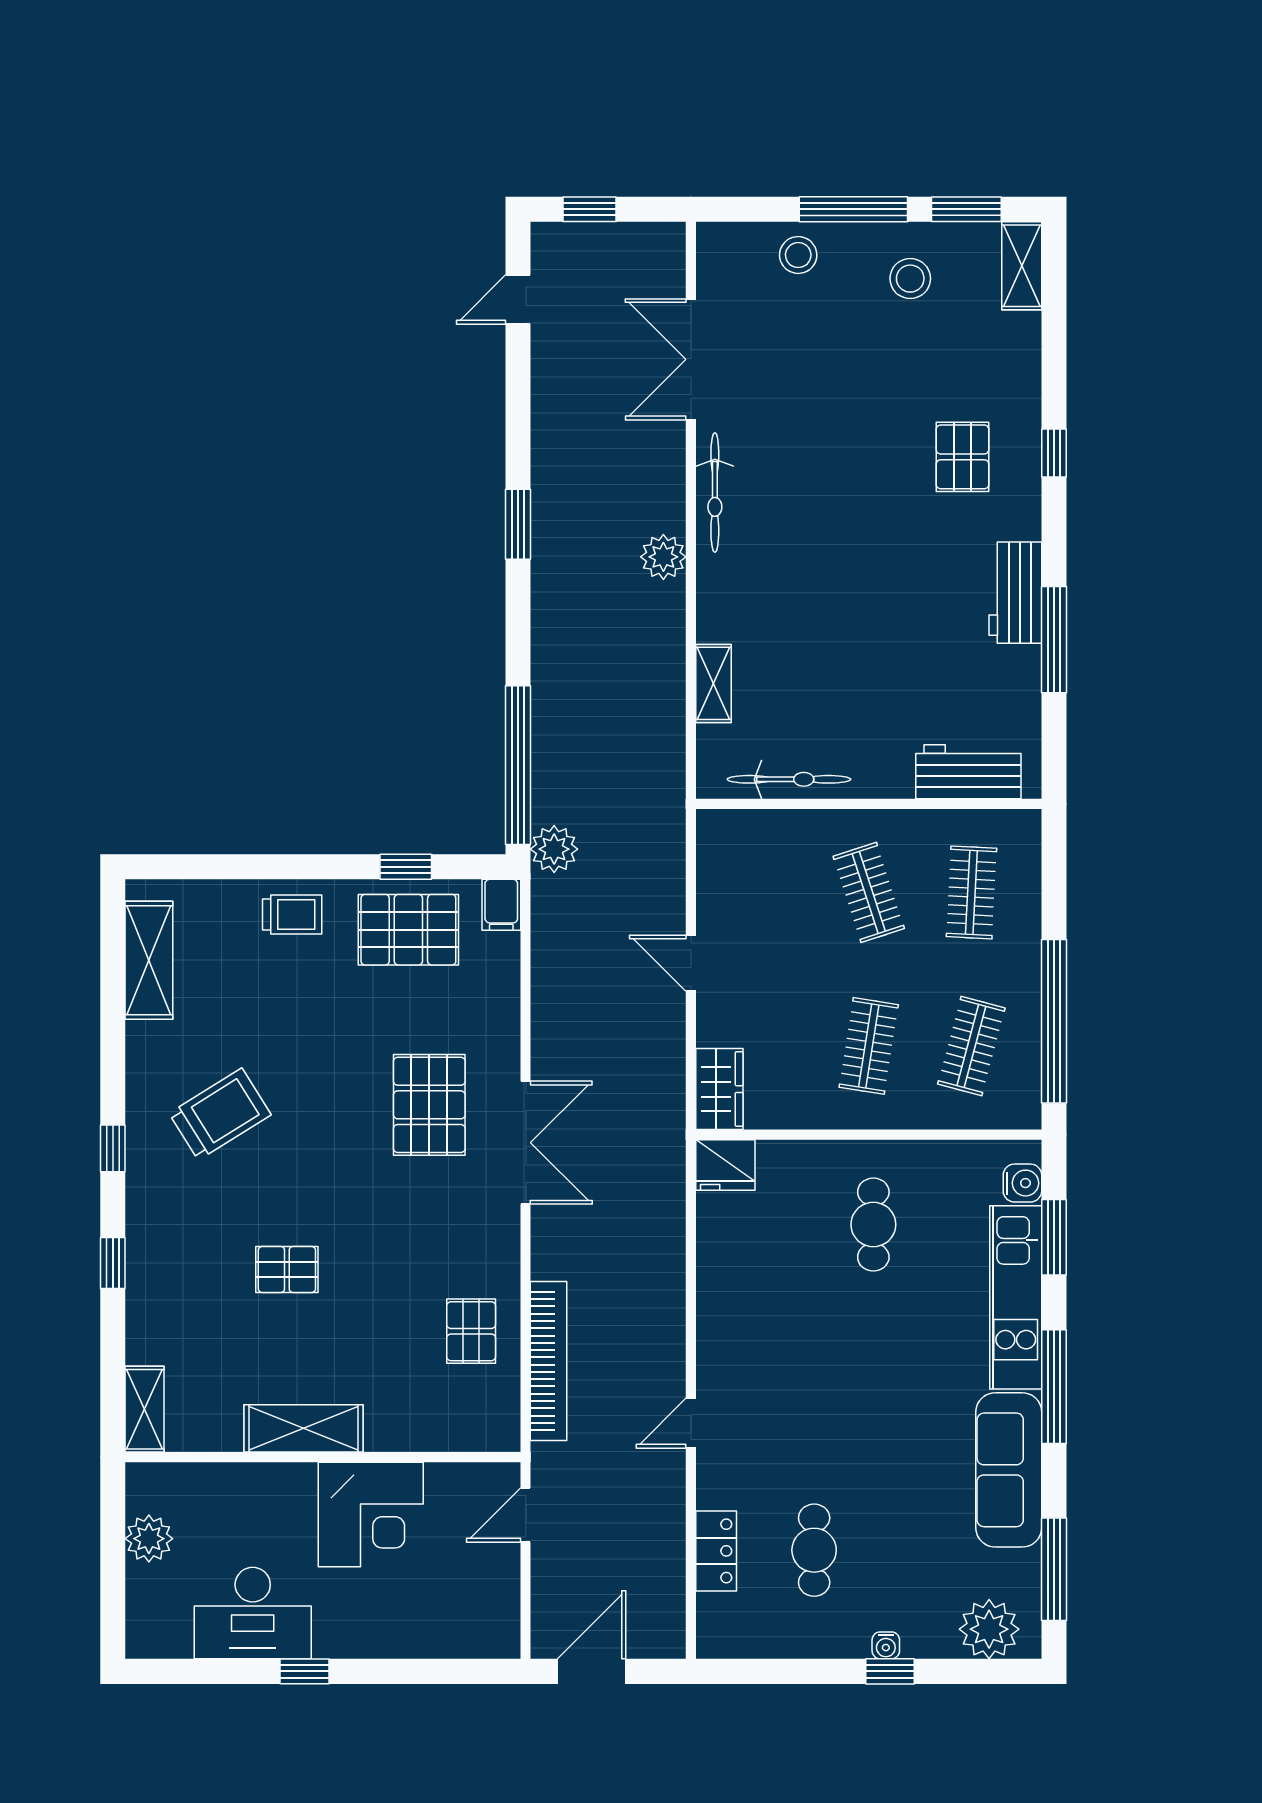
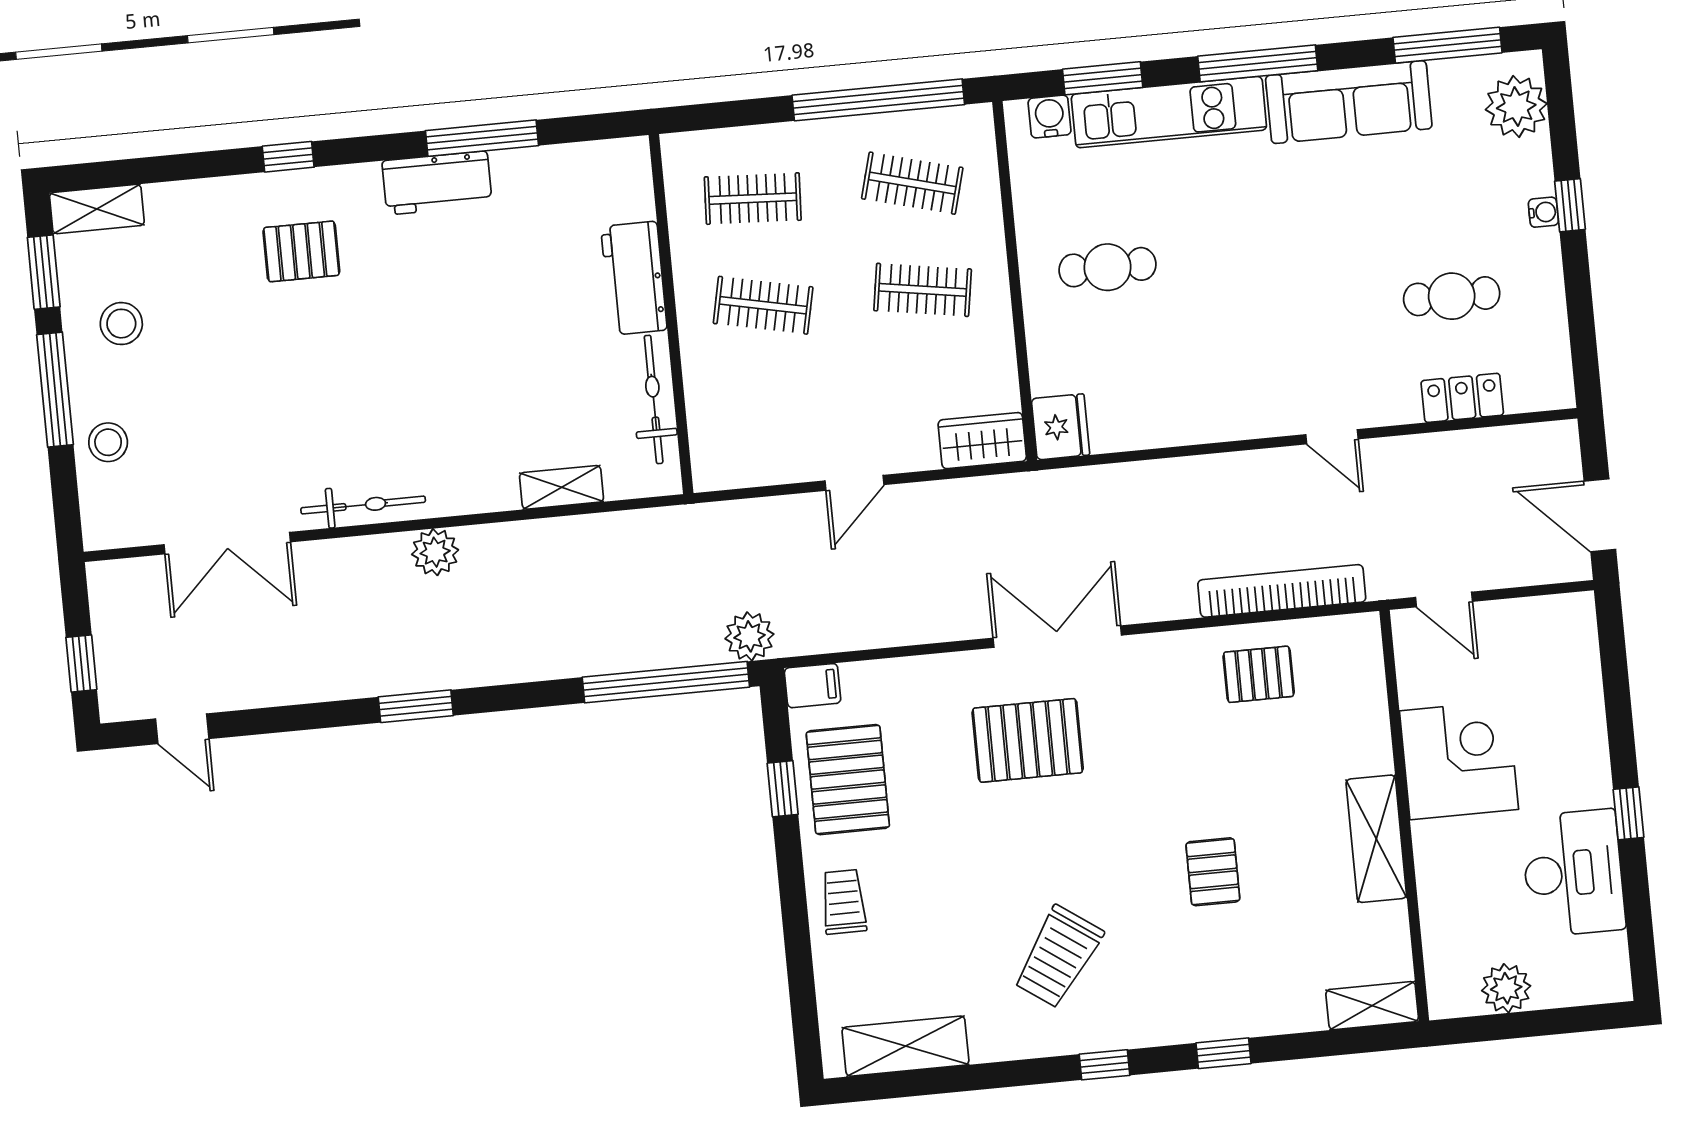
workbench: (968, 772) -> (634, 278), moved
clothes rail: (869, 892) -> (763, 305), turned 30
trolley: (220, 1114) -> (1058, 957), turned -113

